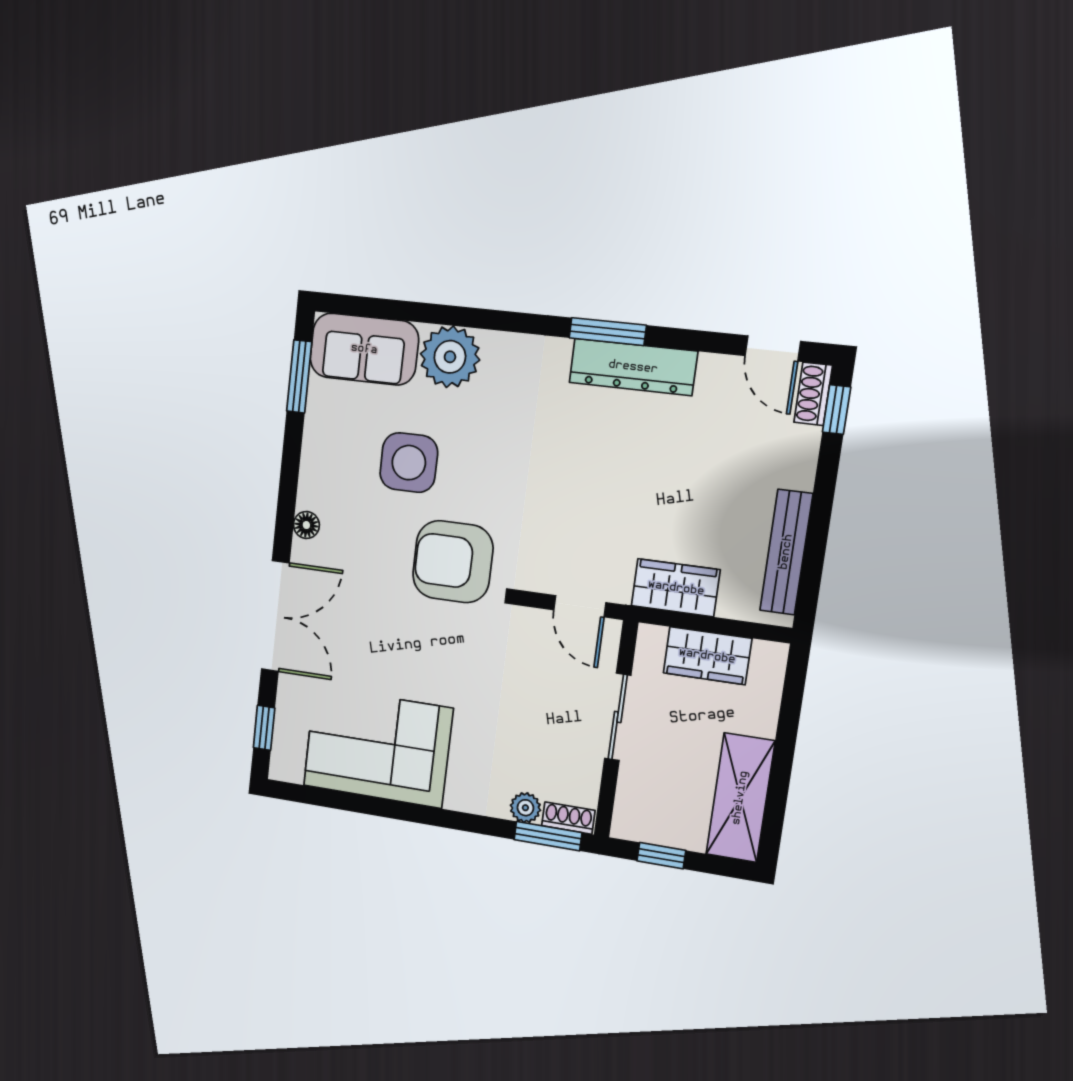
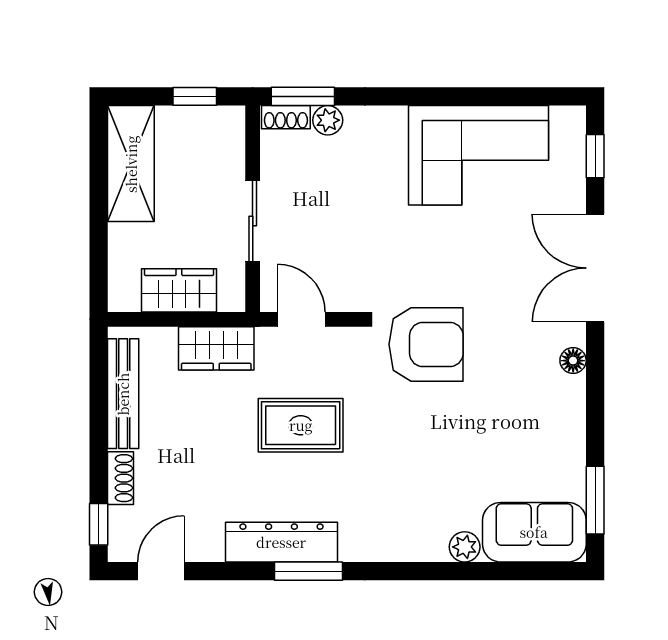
door: (773, 348) -> (161, 571), hinge flipped
plant: (450, 357) -> (465, 547), width x0.53, depth x0.53
shoe rack: (813, 394) -> (121, 478), moved
side table: (409, 463) -> (479, 432), removed
rug: (595, 493) -> (301, 425), added

